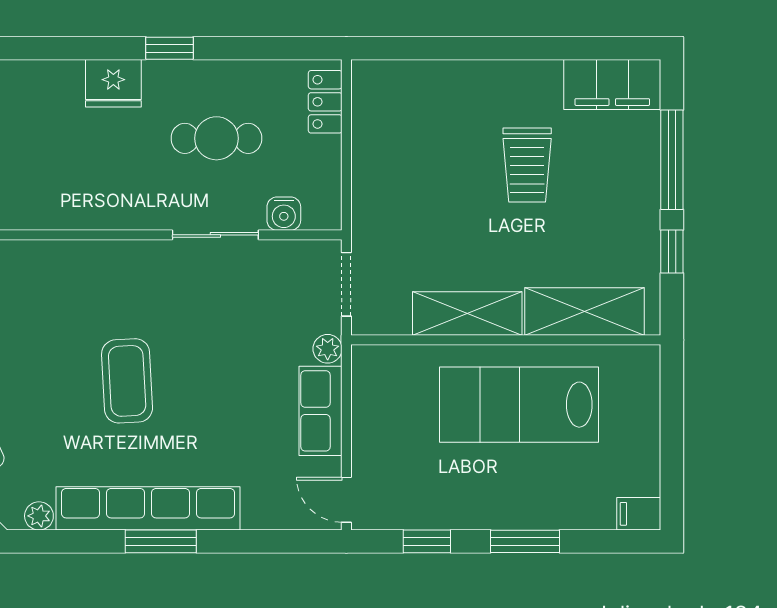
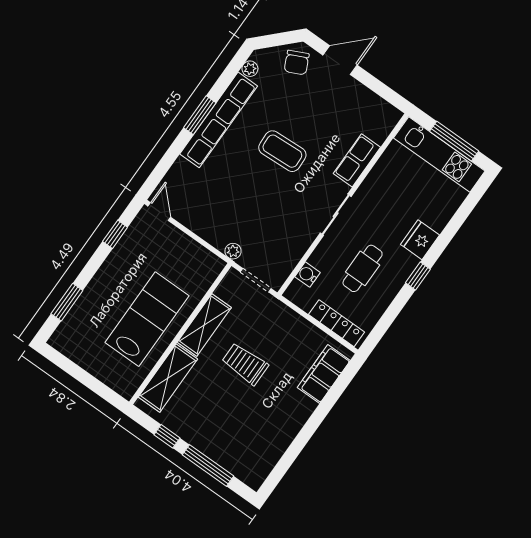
filing cabinet: (612, 85) -> (324, 374), moved
locker: (325, 102) -> (336, 323), width x1.53
trolley: (527, 165) -> (245, 364), moved
sliding door: (215, 235) -> (336, 215), moved
row of seats: (321, 411) -> (357, 160), moved, turned -90
door: (346, 500) -> (159, 212), hinge flipped
filing cabinet: (639, 514) -> (60, 338), removed
window: (525, 541) -> (67, 302), moved

